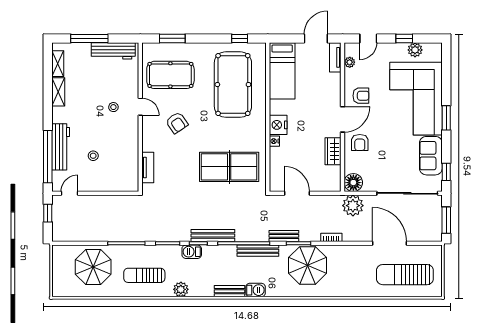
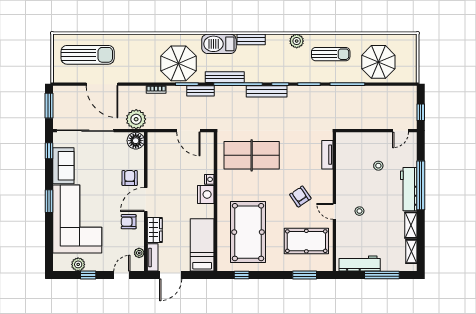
workbench: (61, 147) -> (409, 189), moved
wardrobe: (333, 151) -> (155, 230), moved
window: (48, 157) -> (421, 185), moved
barbecue: (192, 252) -> (286, 76), removed
barbecue: (256, 290) -> (219, 44), width x1.88, depth x1.53

